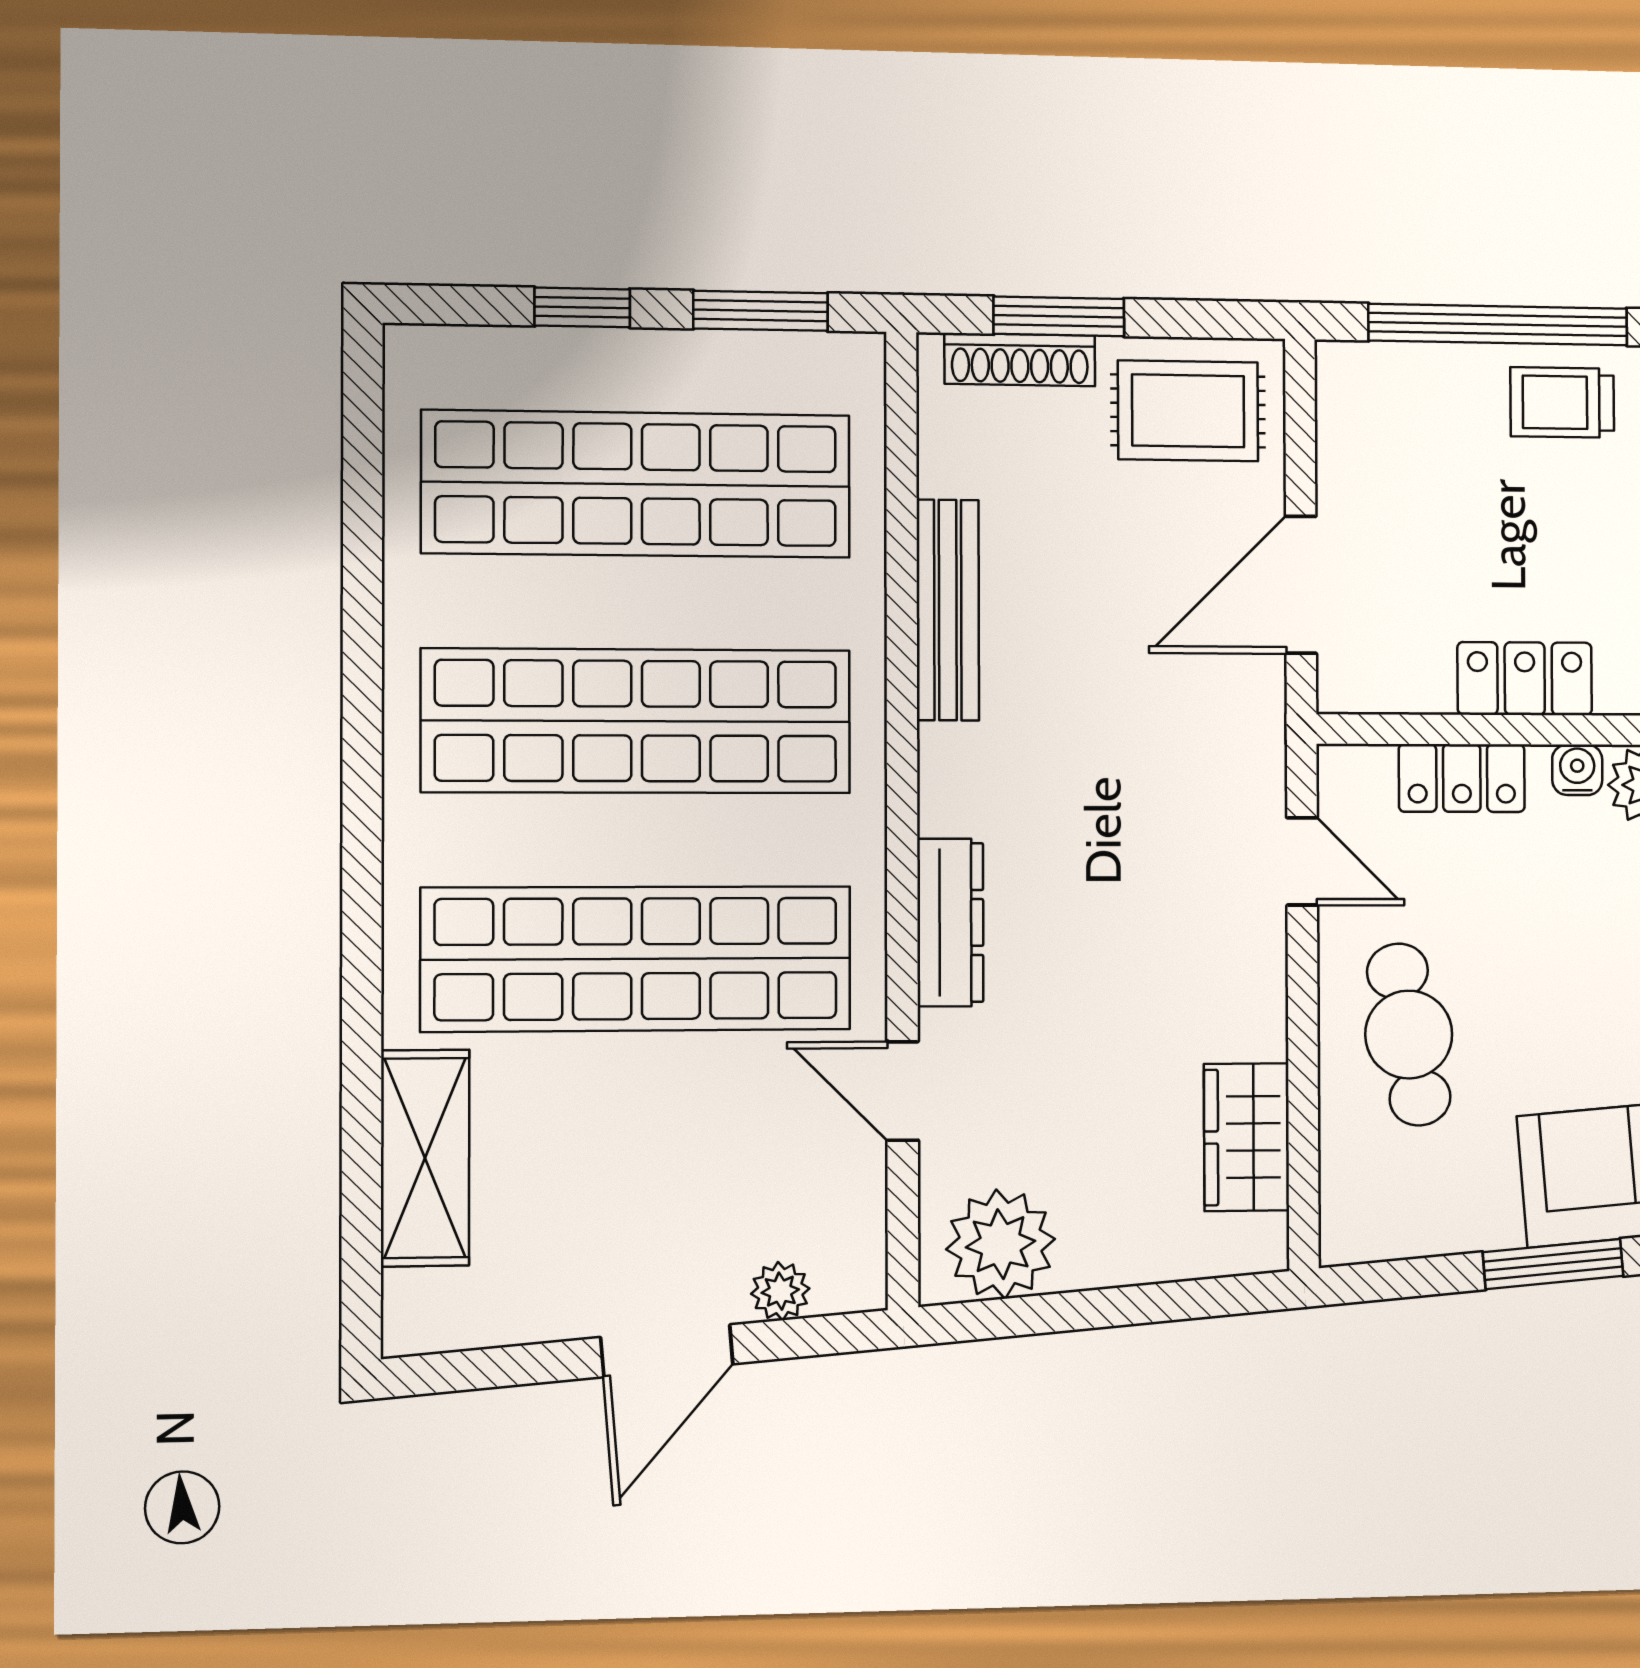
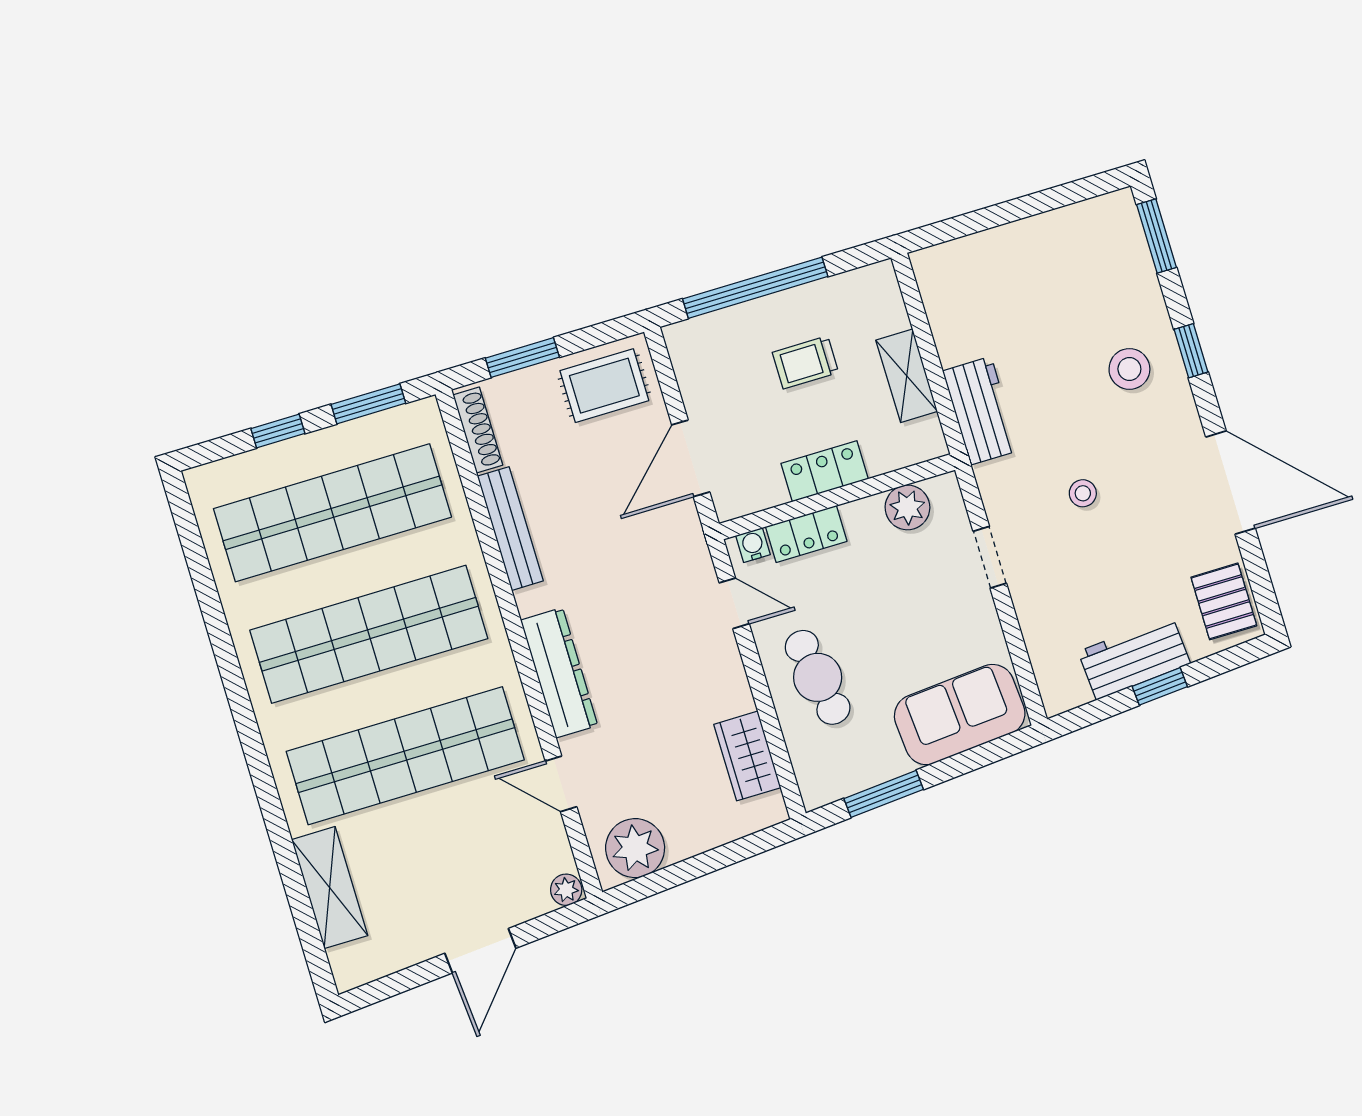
shoe rack: (1020, 360) -> (478, 430), moved, turned -90
trolley: (1562, 402) -> (805, 362), moved
water cooler: (1577, 770) -> (753, 545), moved
dresser: (950, 923) -> (559, 673), width x1.37, depth x1.24
window: (1553, 1264) -> (884, 794), moved
plant: (780, 1291) -> (566, 890), moved

